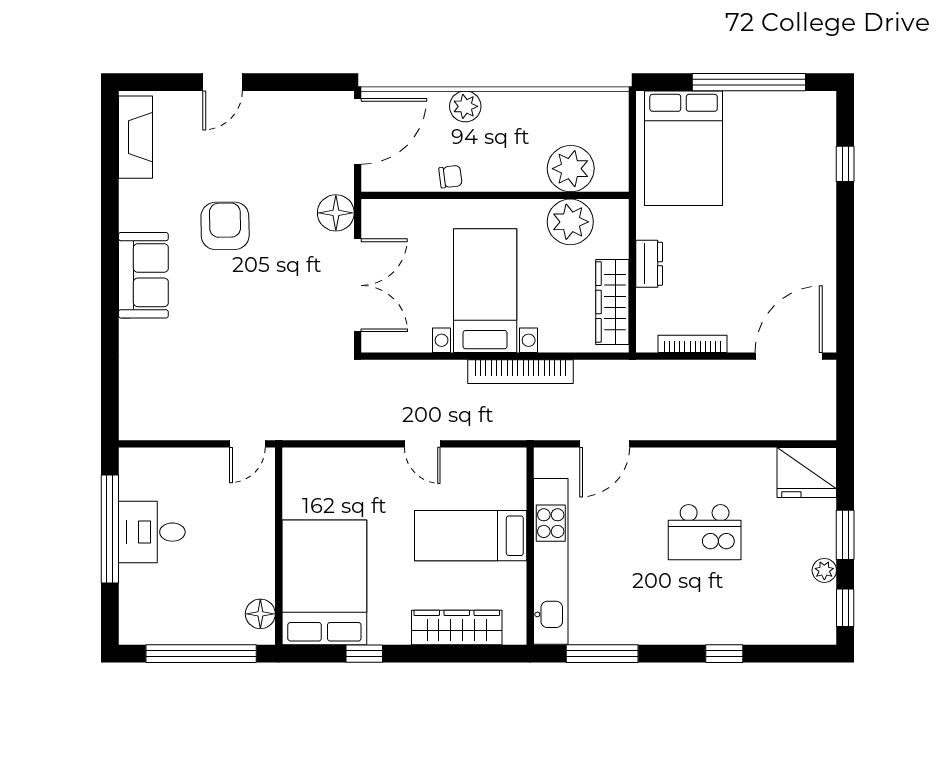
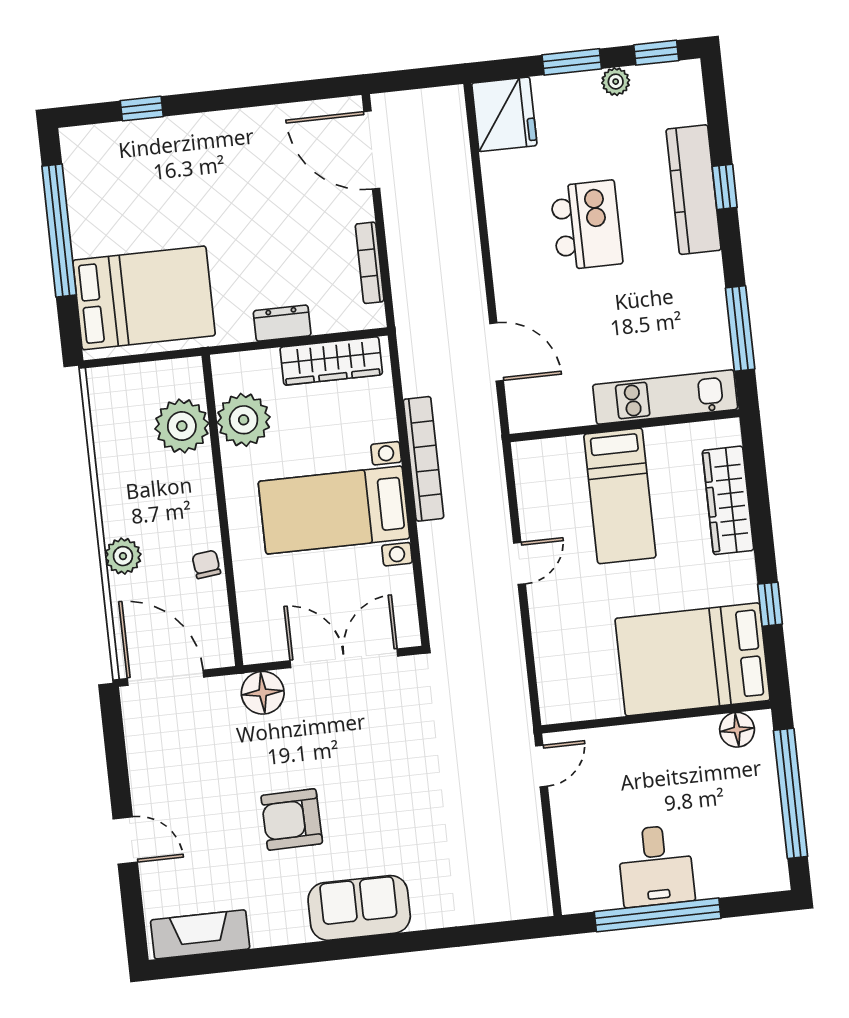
door: (247, 444) -> (542, 766), hinge flipped
kitchen unit: (551, 561) -> (665, 397), width x0.73
kitchen counter: (725, 627) -> (694, 190), added

